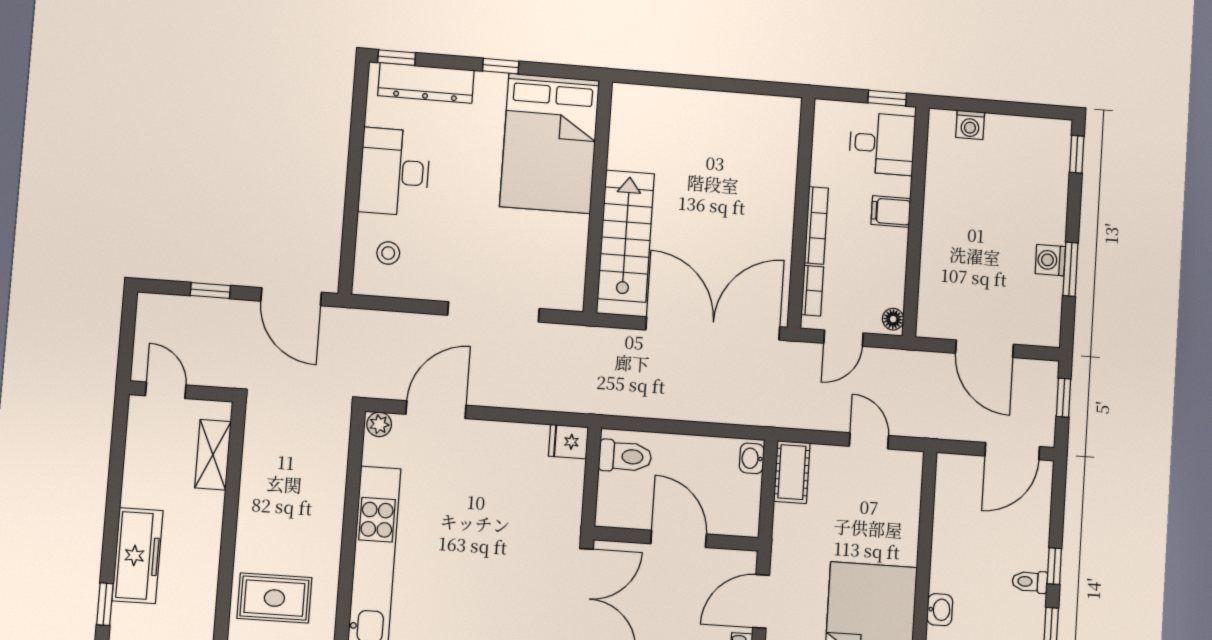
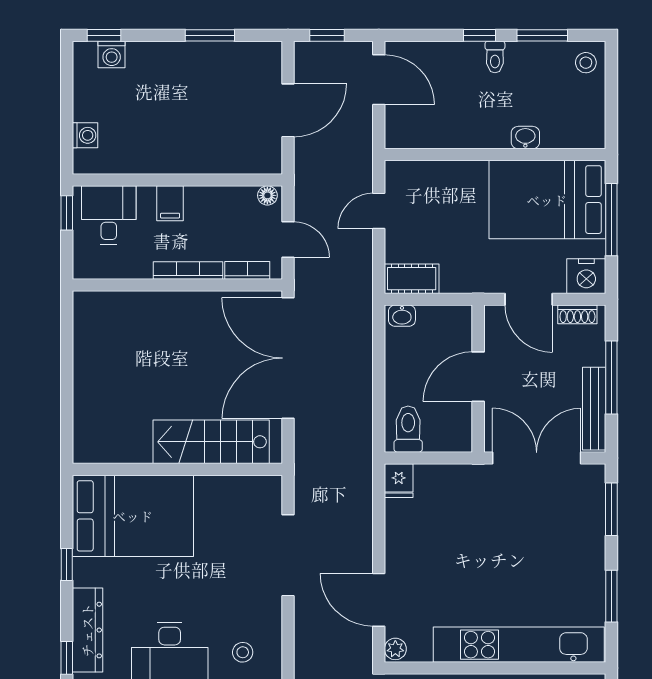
washing machine: (1050, 260) -> (112, 54), moved

